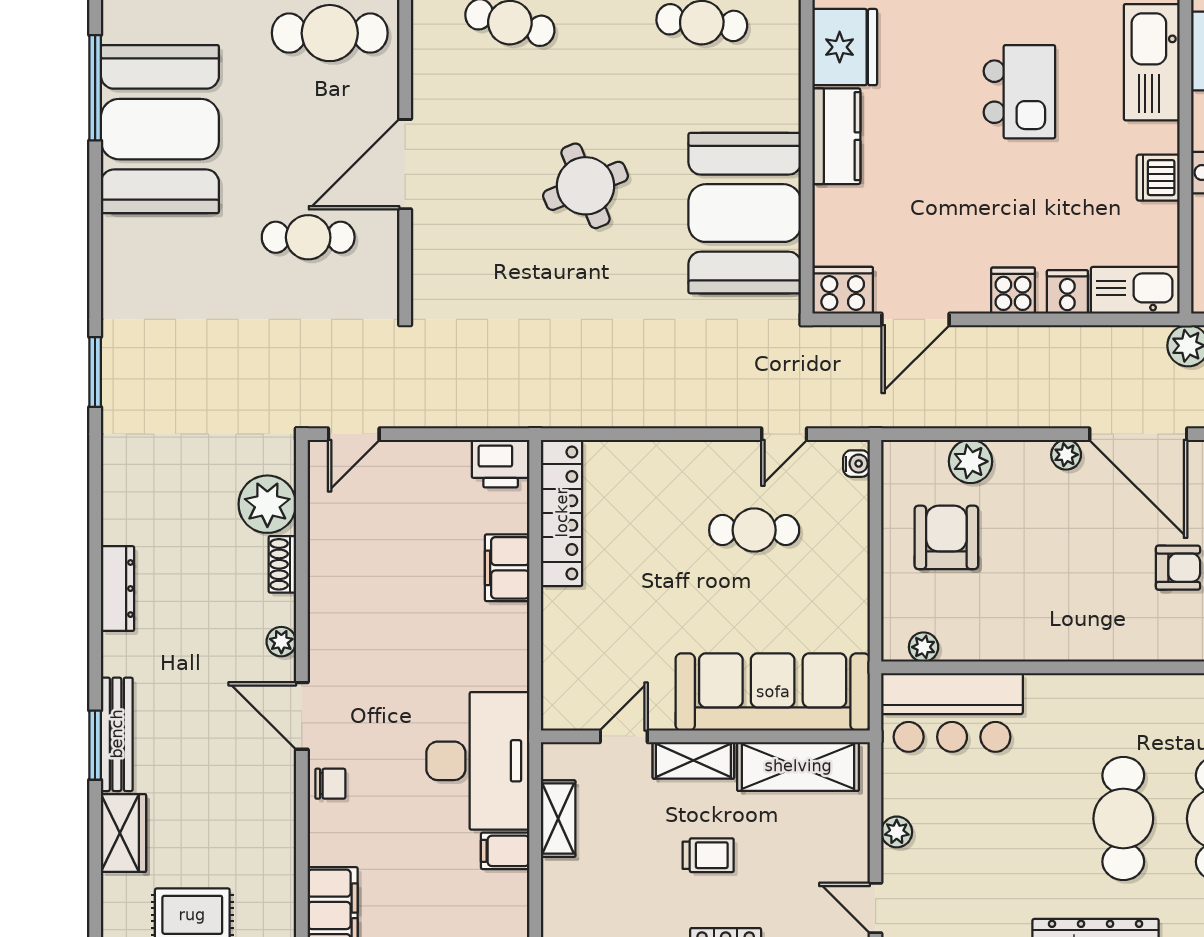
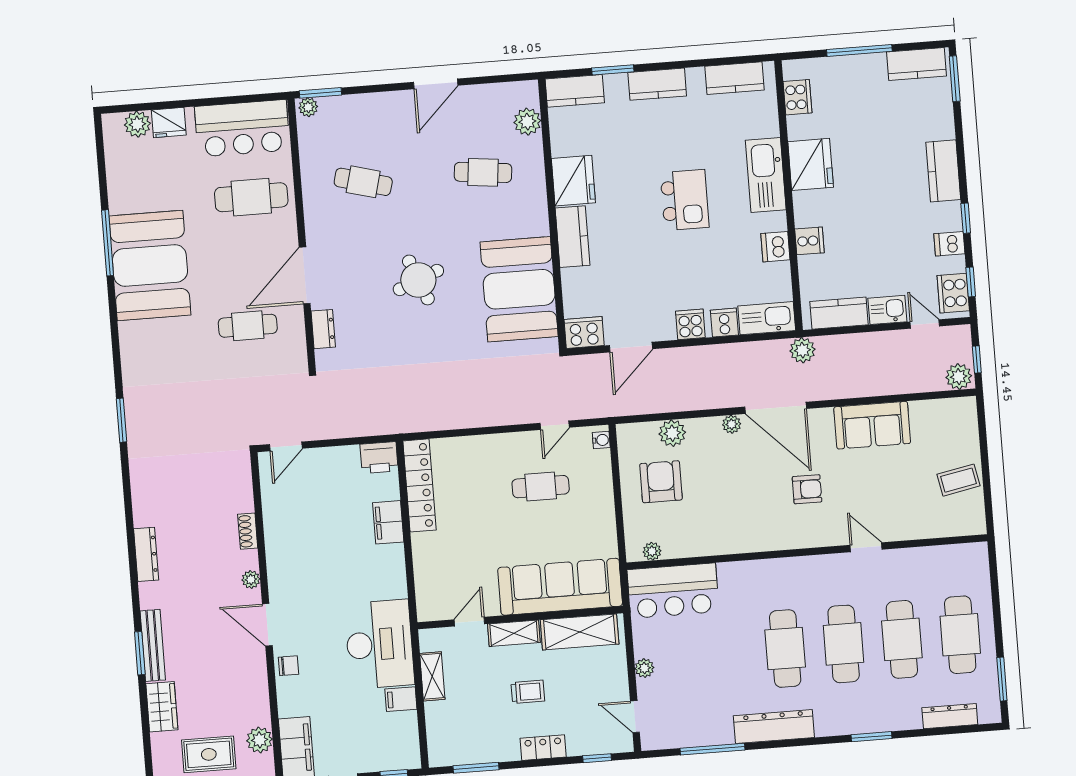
dresser: (428, 252) -> (323, 329), added
plant: (267, 504) -> (260, 740), moved, width x0.73, depth x0.73

